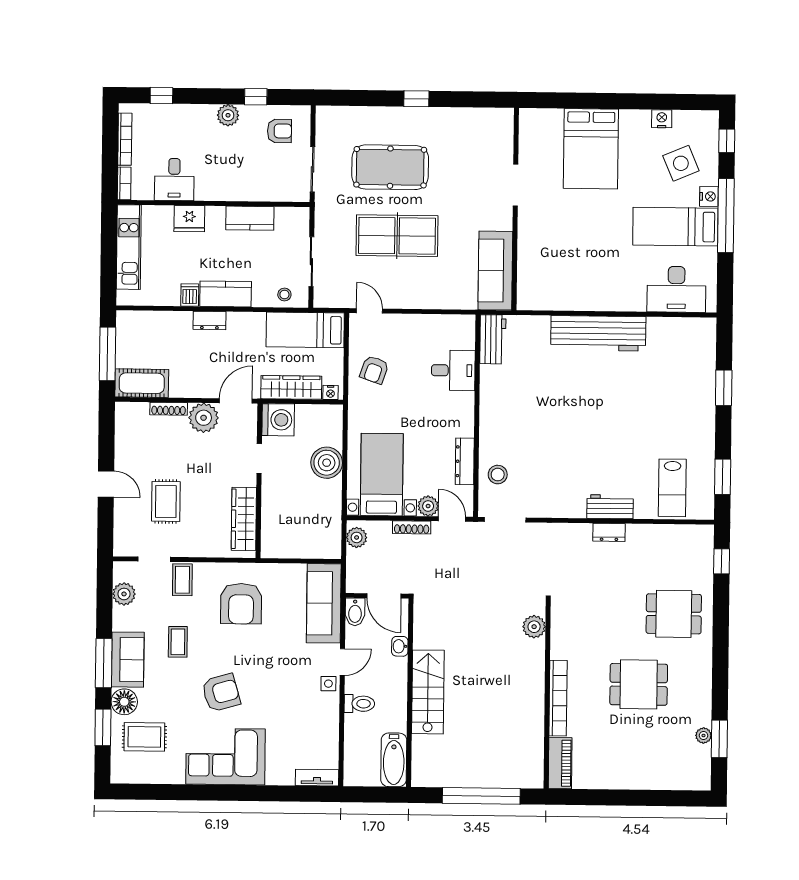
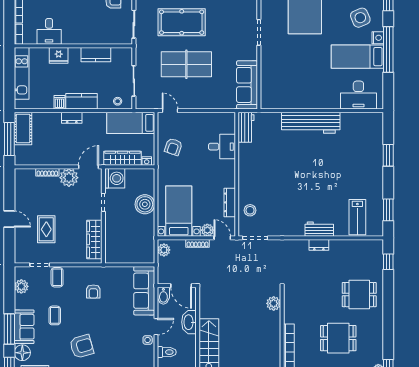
cot: (142, 383) -> (23, 128), moved, turned 90
armchair: (241, 604) -> (93, 292), width x0.53, depth x0.53
washbasin: (400, 646) -> (189, 322), width x1.91, depth x1.45

